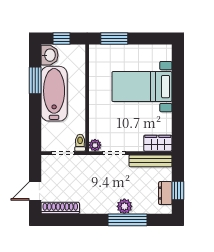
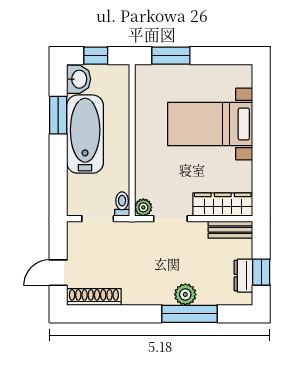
wardrobe: (158, 143) -> (223, 205), width x1.50
bench: (150, 161) -> (230, 230), width x0.73

